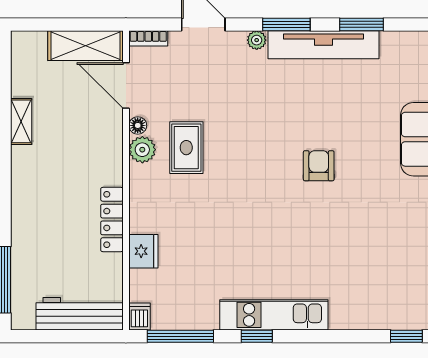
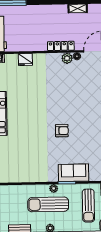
rug: (186, 148) -> (68, 76), removed
locker: (112, 219) -> (61, 46), moved

